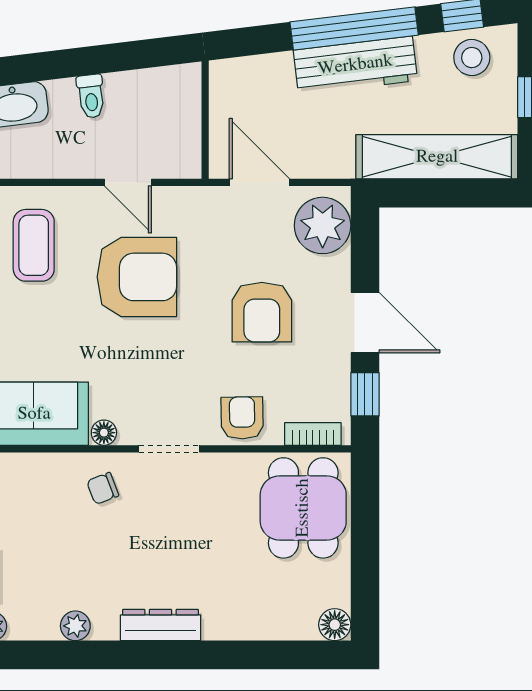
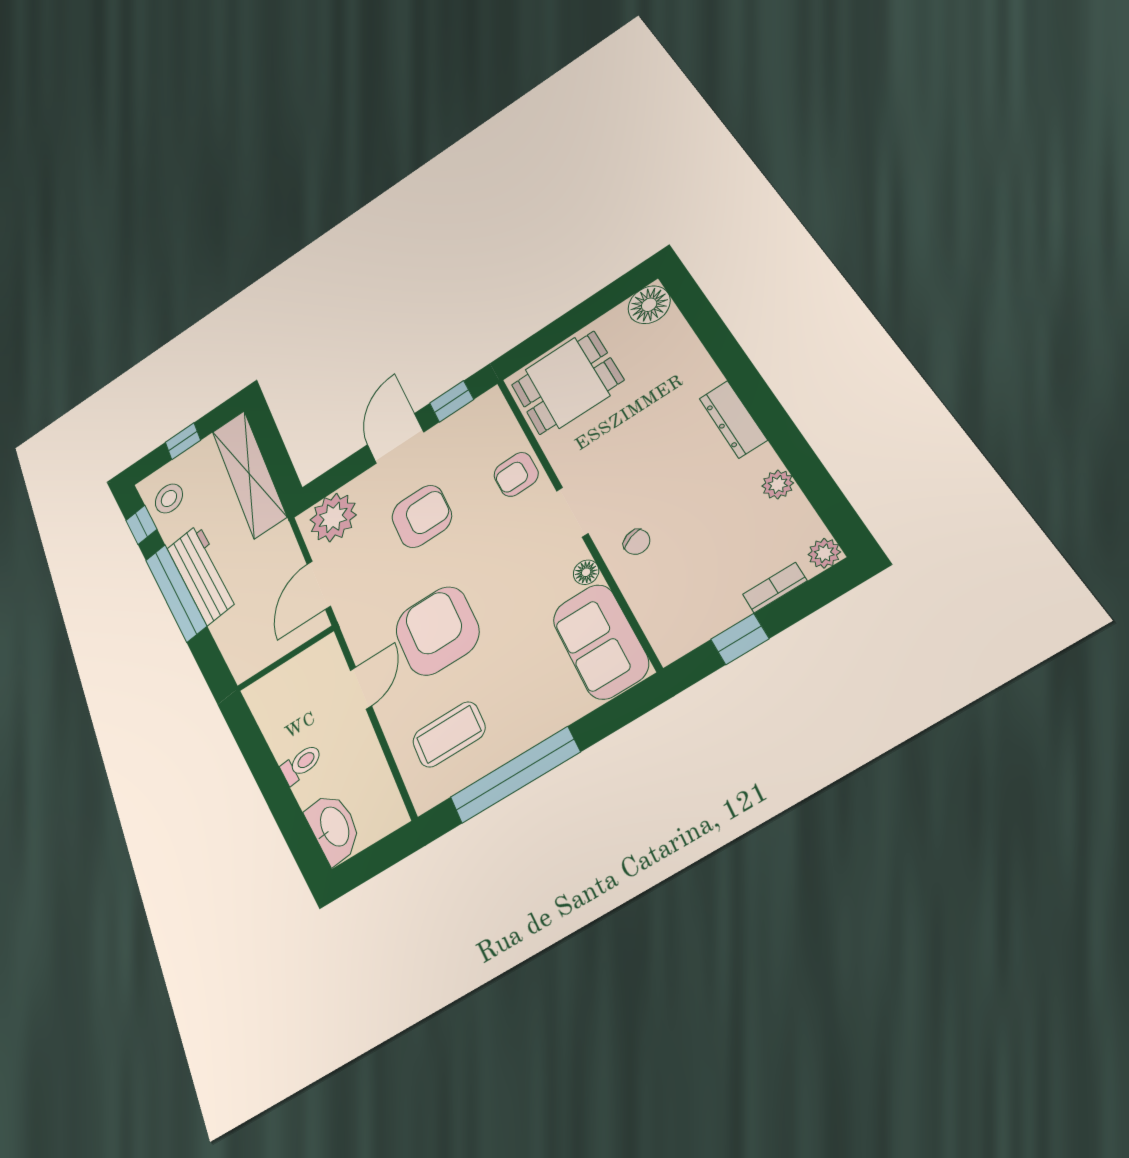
bookcase: (313, 434) -> (502, 416), removed
floor lamp: (335, 625) -> (649, 305), width x1.38, depth x1.38

